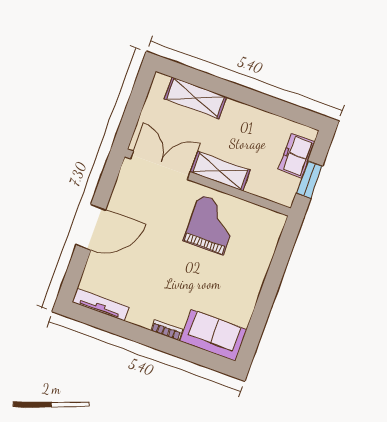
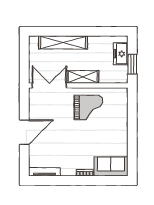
shelving: (196, 98) -> (63, 42), width x1.47
grand piano: (211, 225) -> (88, 107), turned 90

